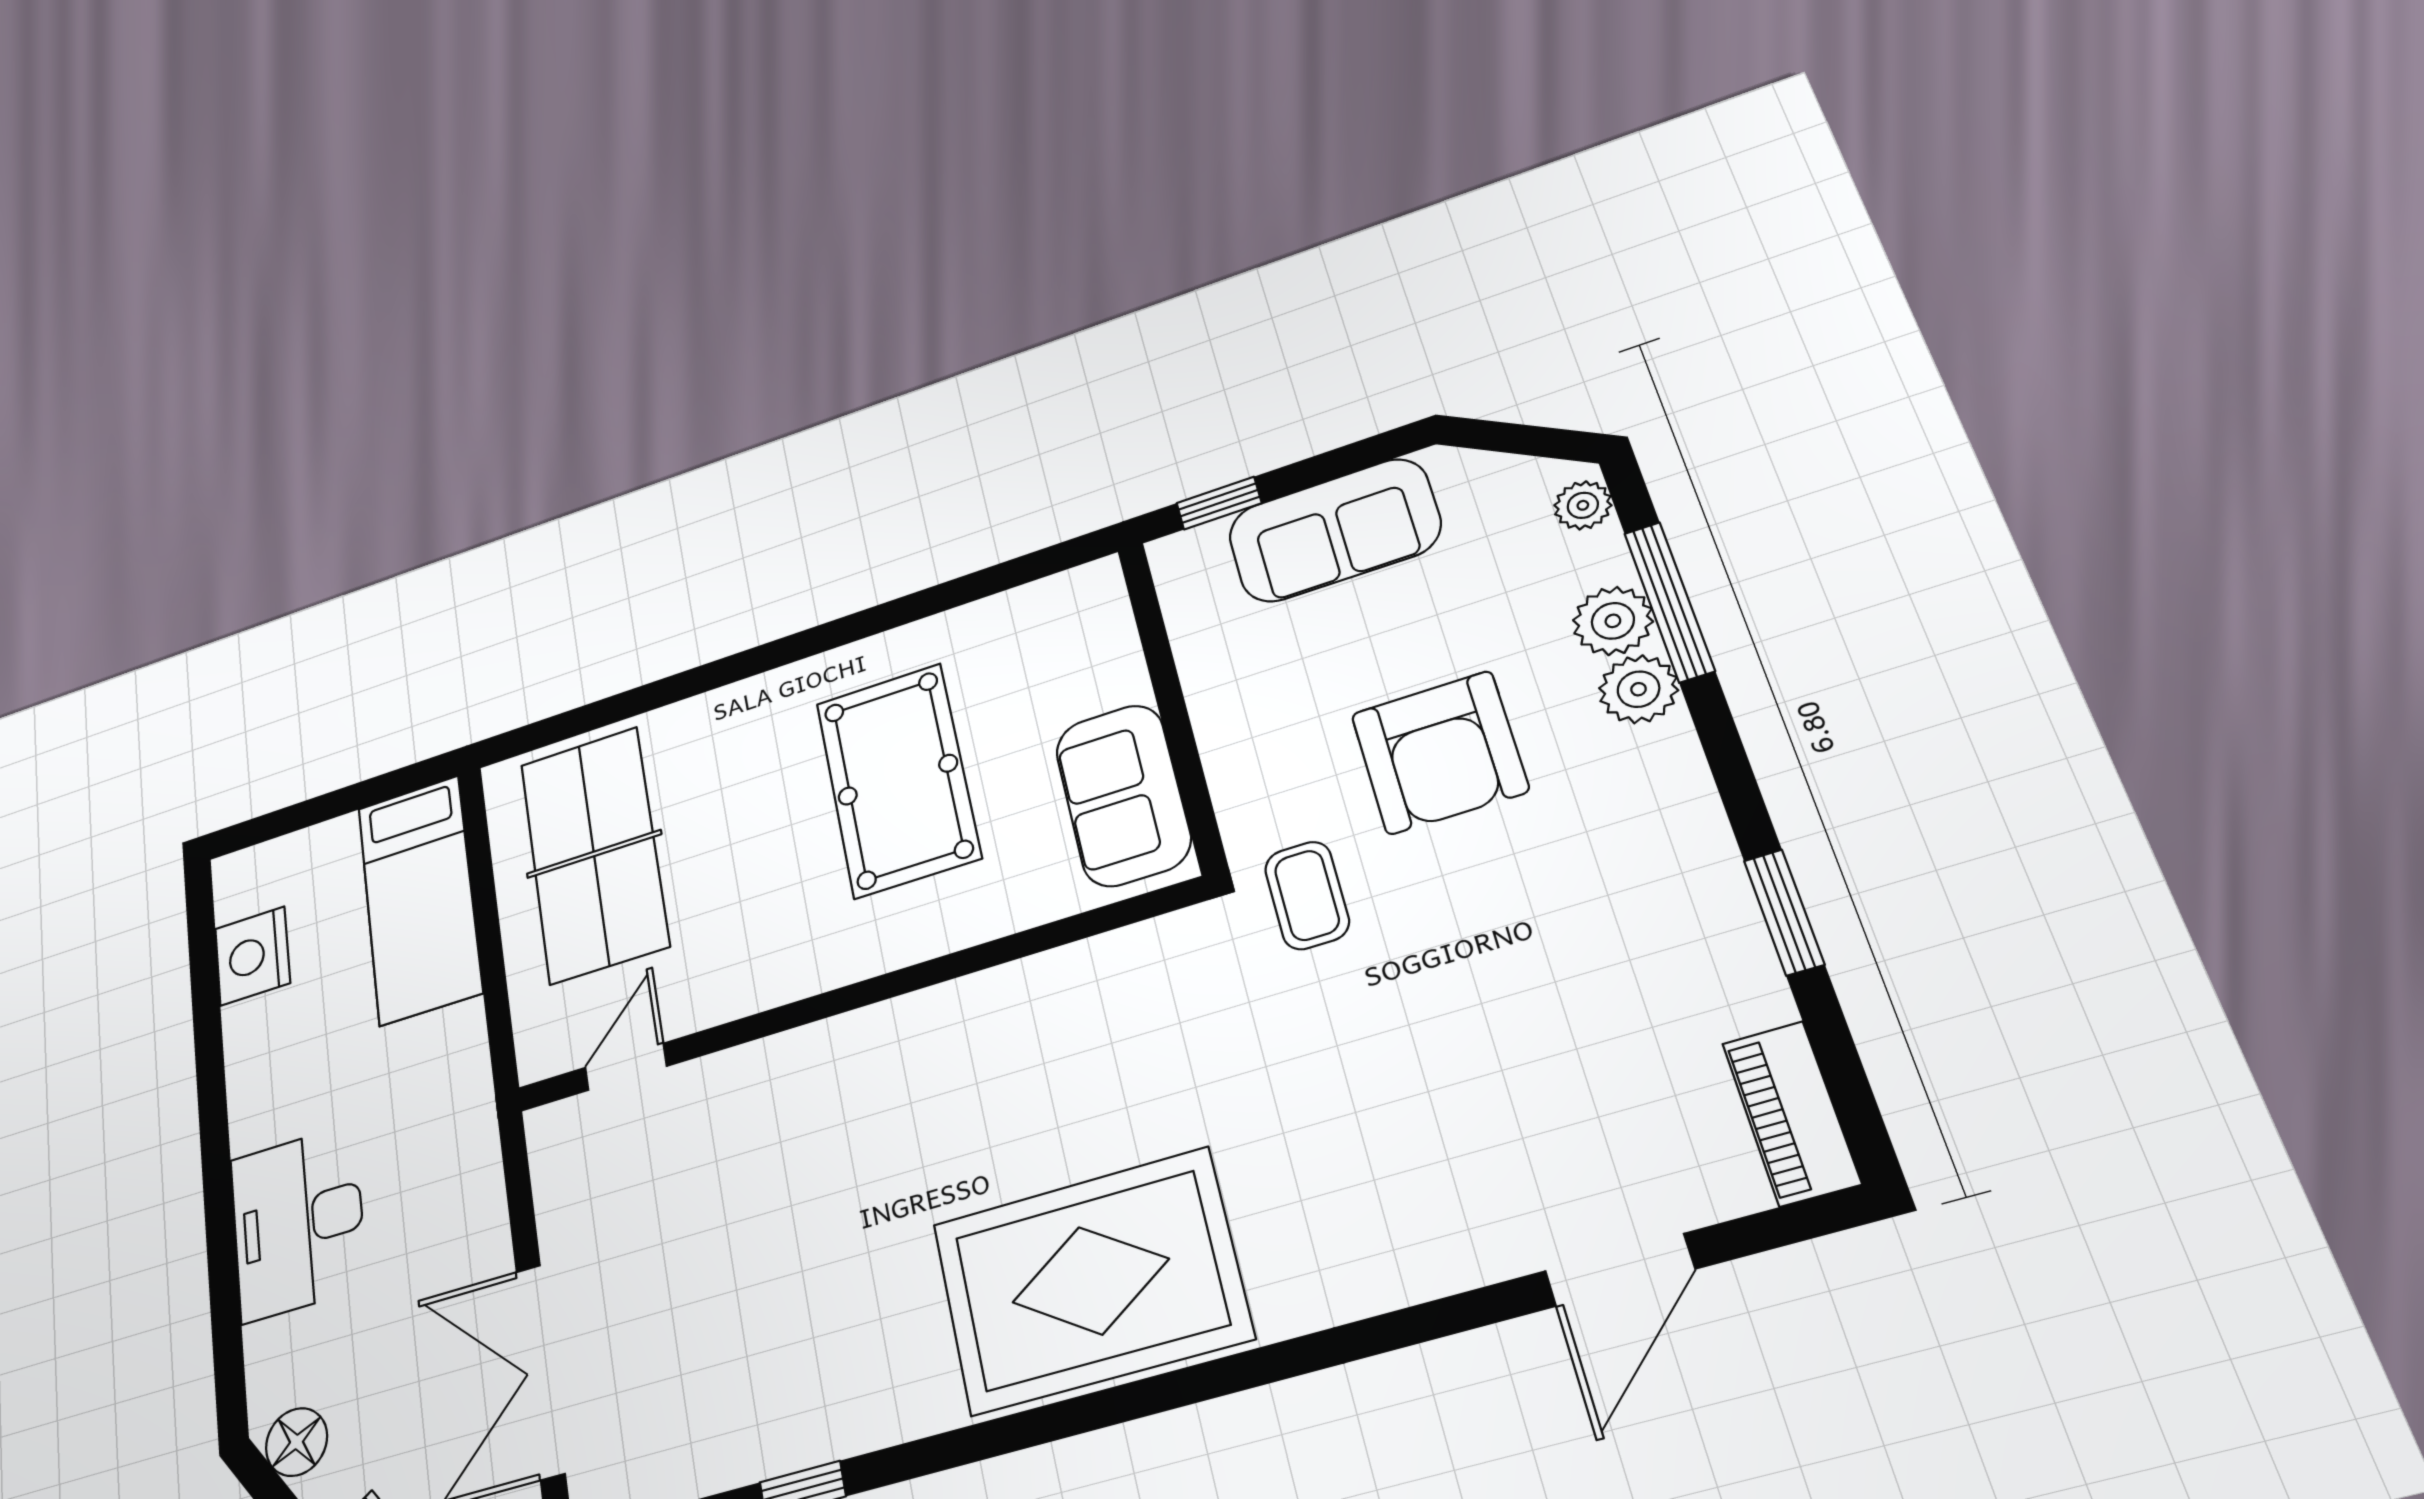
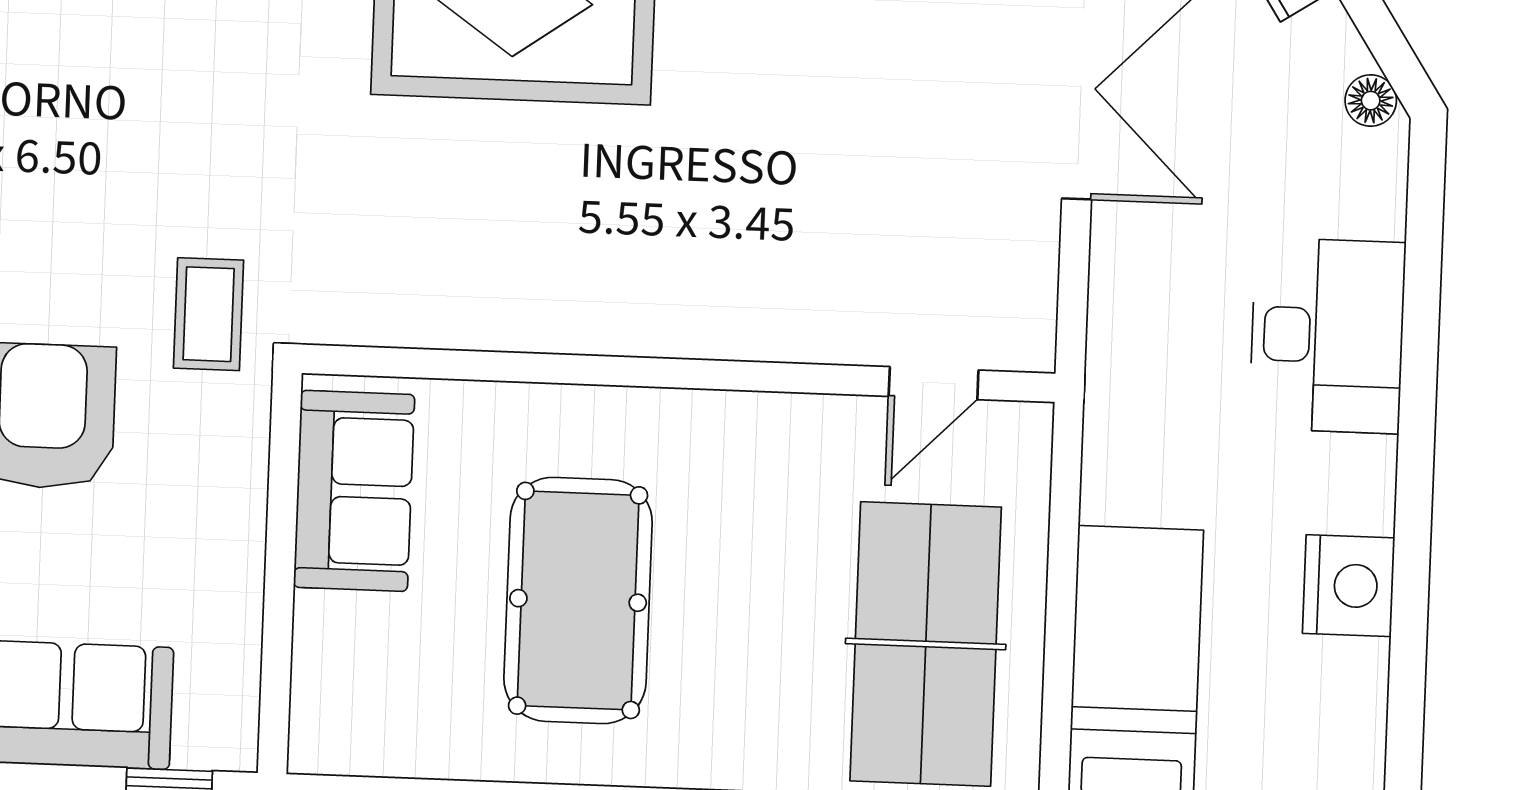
nightstand: (252, 956) -> (1349, 586), moved
floor lamp: (296, 1442) -> (1371, 101), width x0.73, depth x0.73

